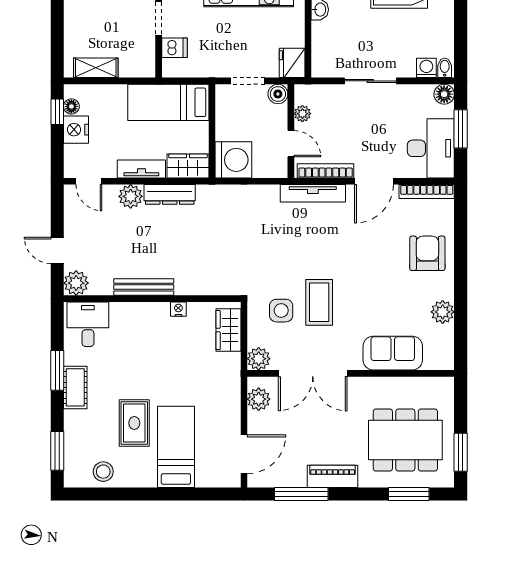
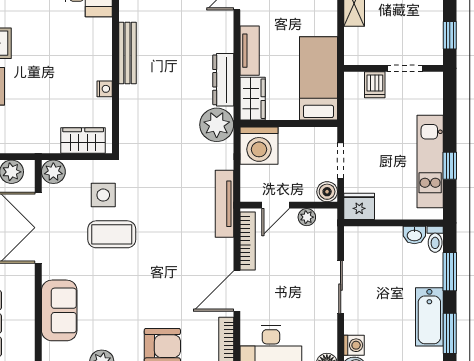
door: (374, 181) -> (237, 291), hinge flipped
tv unit: (313, 193) -> (224, 204), moved
plant: (131, 196) -> (217, 125), moved, width x1.36, depth x1.36

